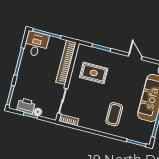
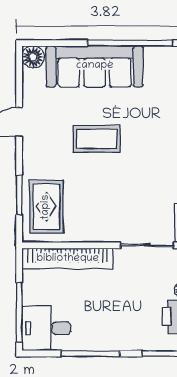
rug: (94, 73) -> (46, 207), moved
coffee table: (114, 114) -> (97, 139), moved

